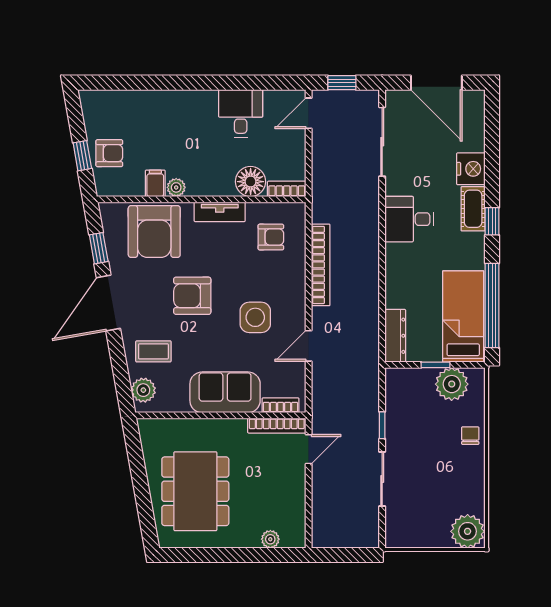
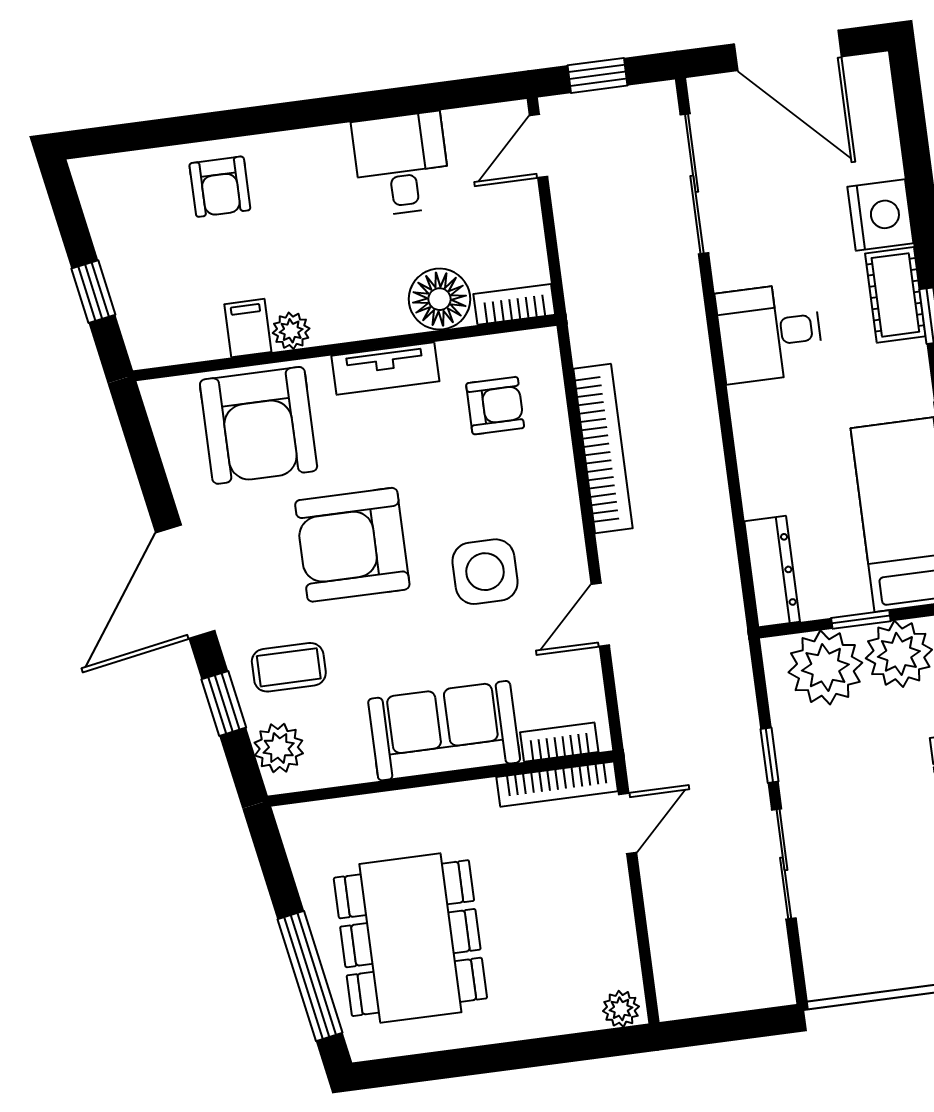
armchair: (109, 153) -> (220, 187), moved, turned 90
window: (99, 248) -> (224, 703), moved
armchair: (192, 296) -> (352, 545), width x1.36, depth x1.36
plant: (415, 386) -> (825, 668), added
window: (144, 503) -> (310, 976), added
plant: (270, 539) -> (621, 1009), moved

